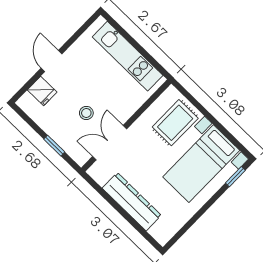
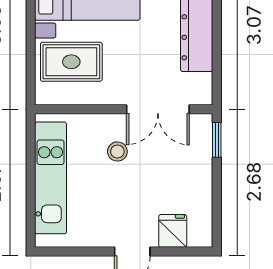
stool: (86, 113) -> (117, 151), moved
window: (54, 146) -> (217, 140), moved

